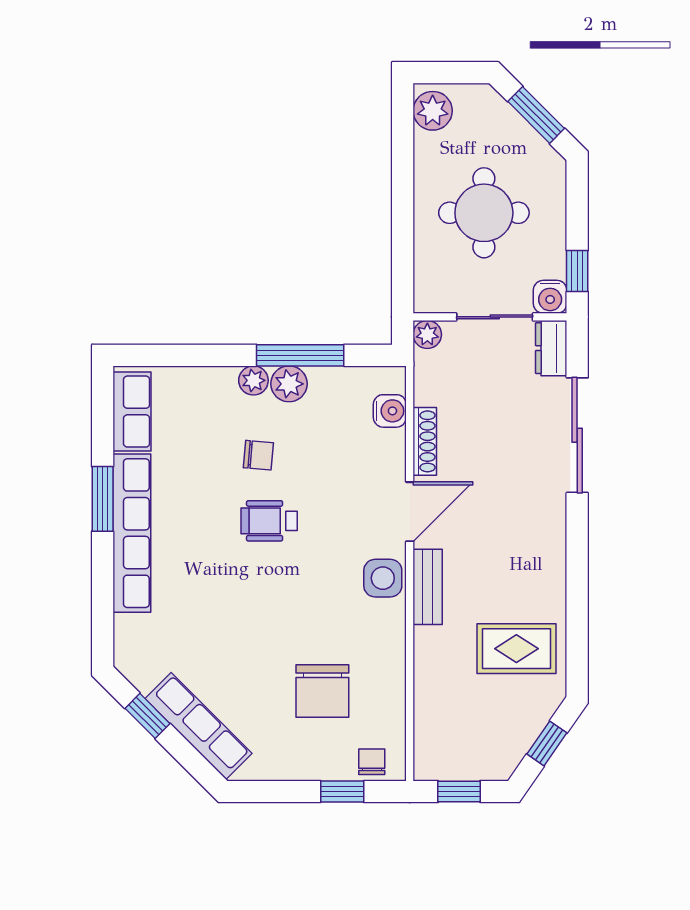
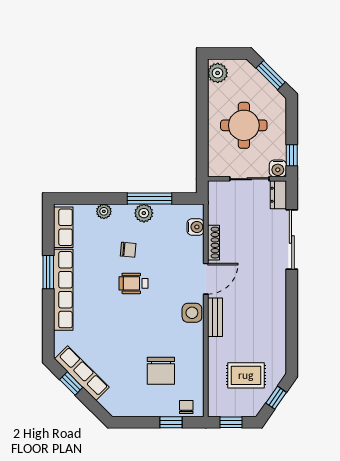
plant: (427, 335) -> (215, 188), removed
plant: (253, 380) -> (104, 211), moved
rug: (516, 649) -> (246, 375), moved
row of seats: (199, 726) -> (82, 373), moved

